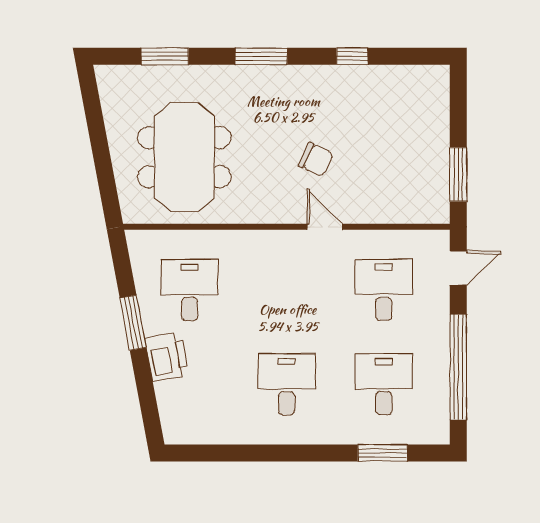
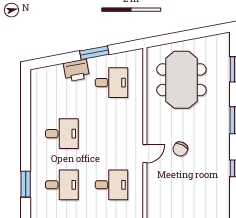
meeting table: (184, 157) -> (181, 80), turned 90

